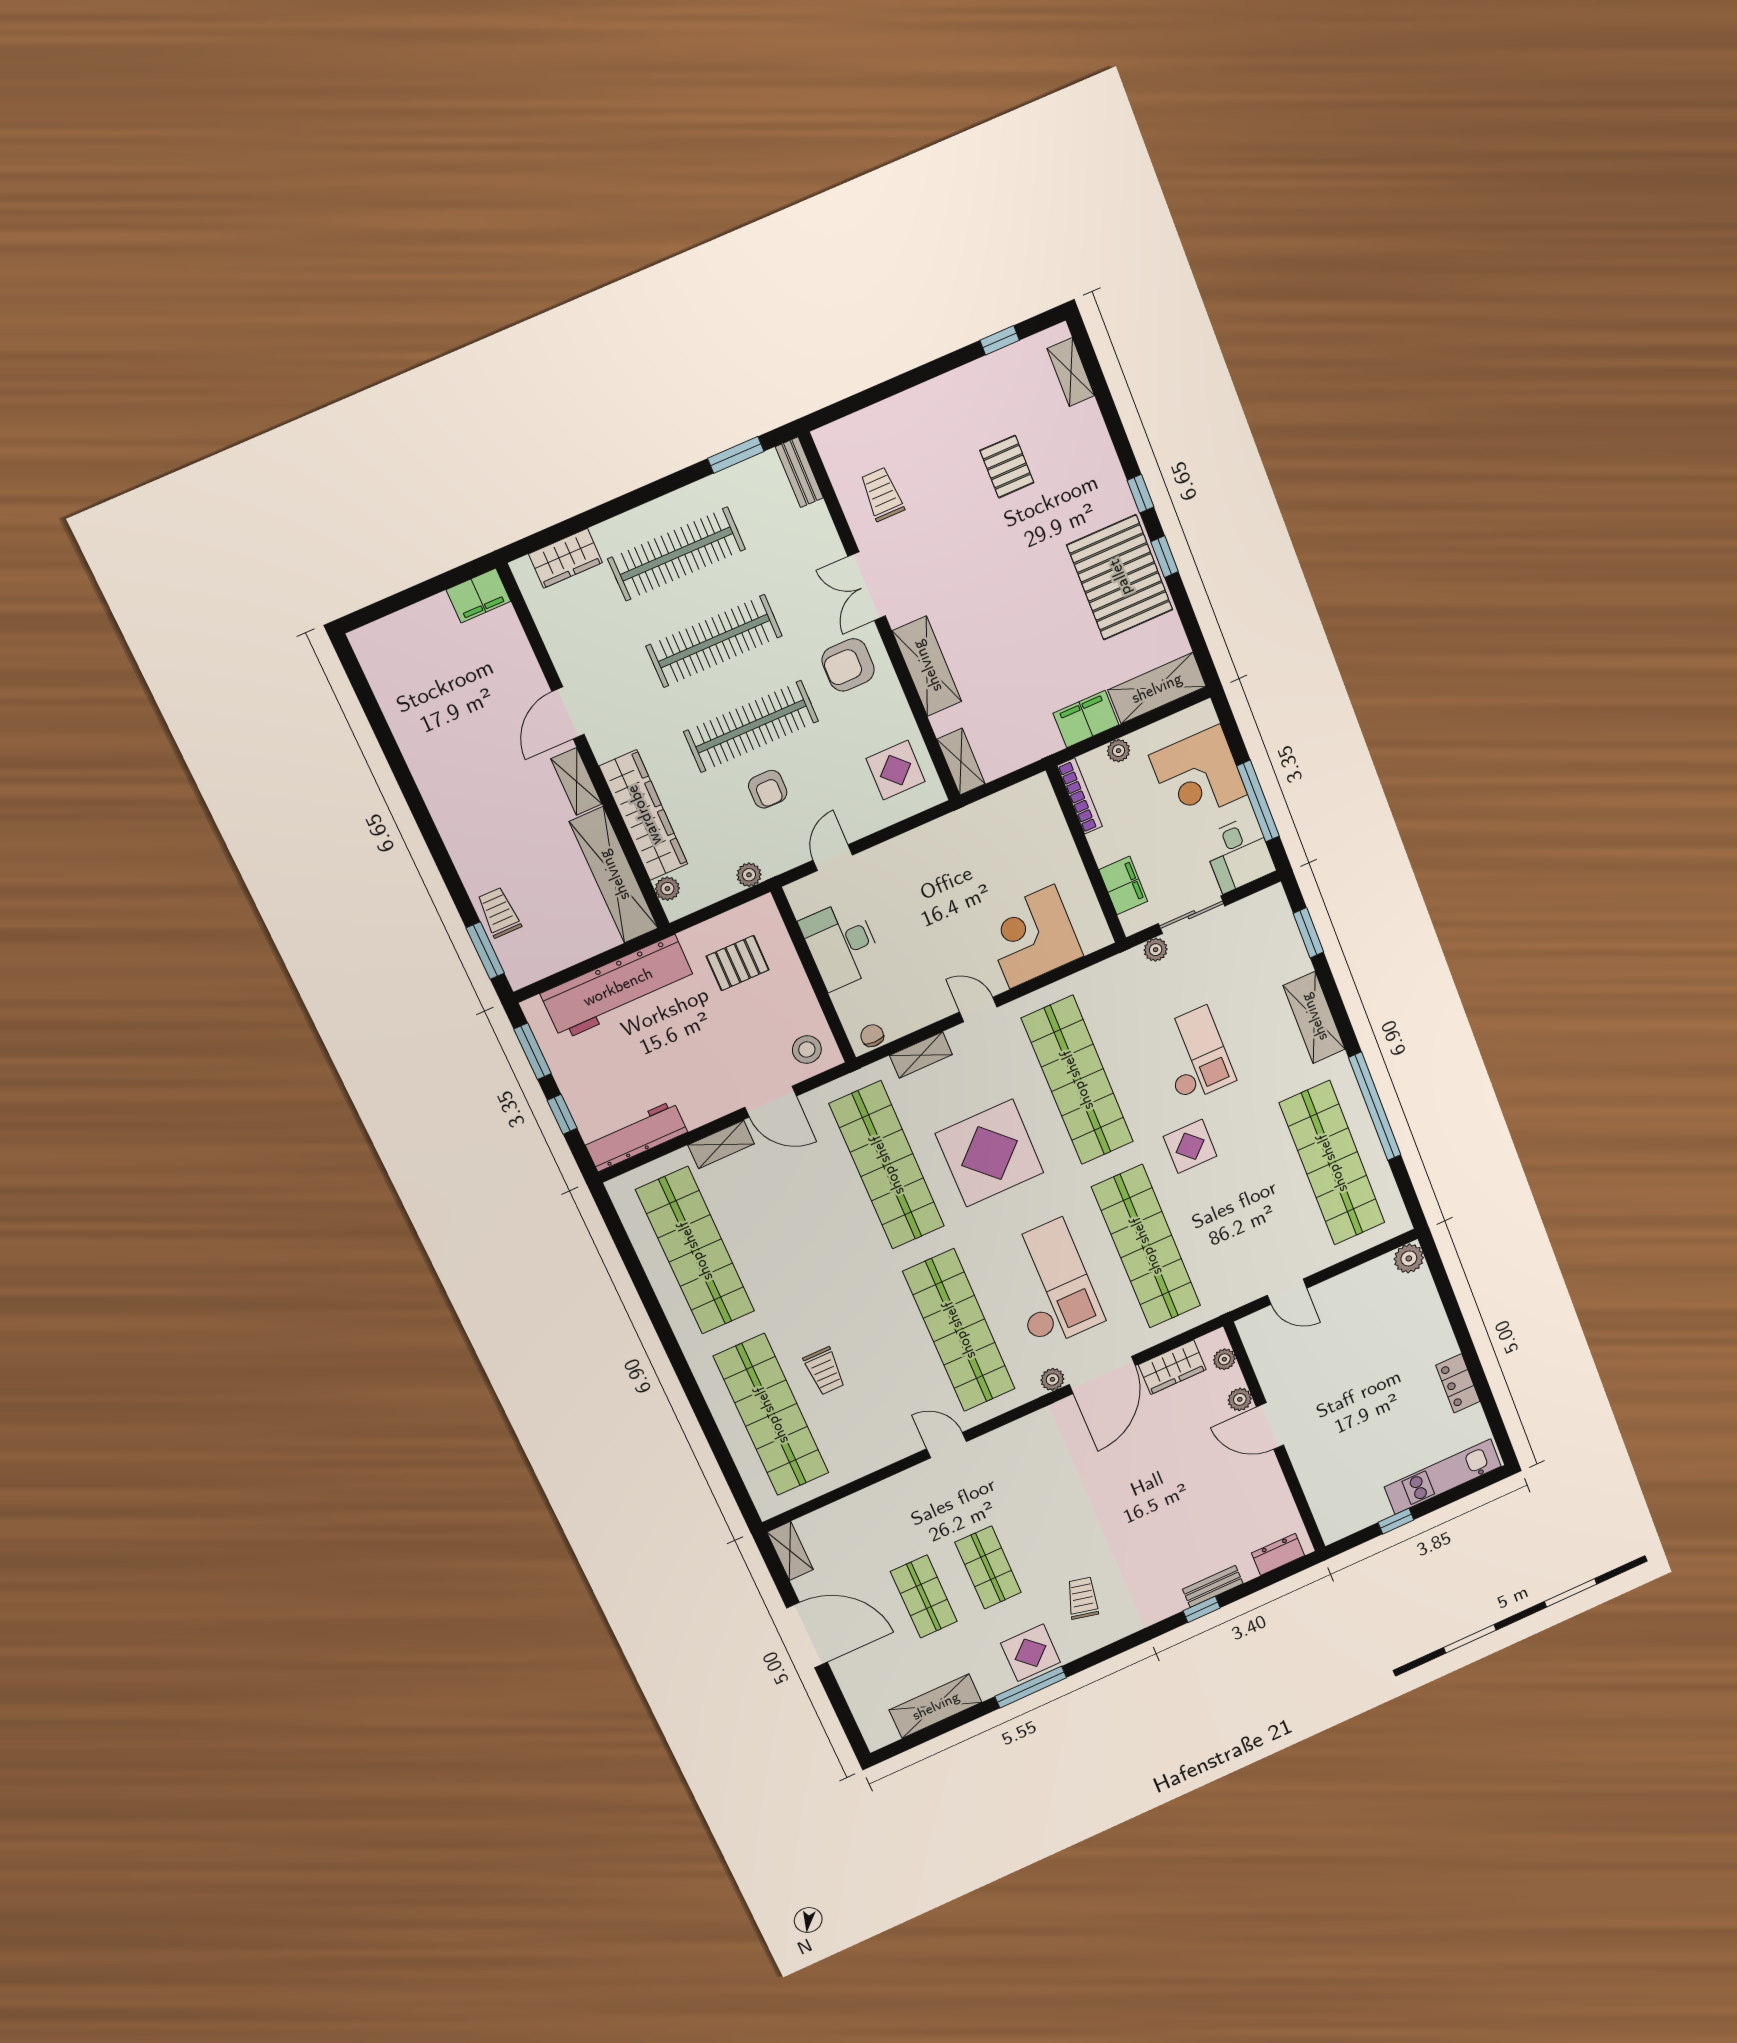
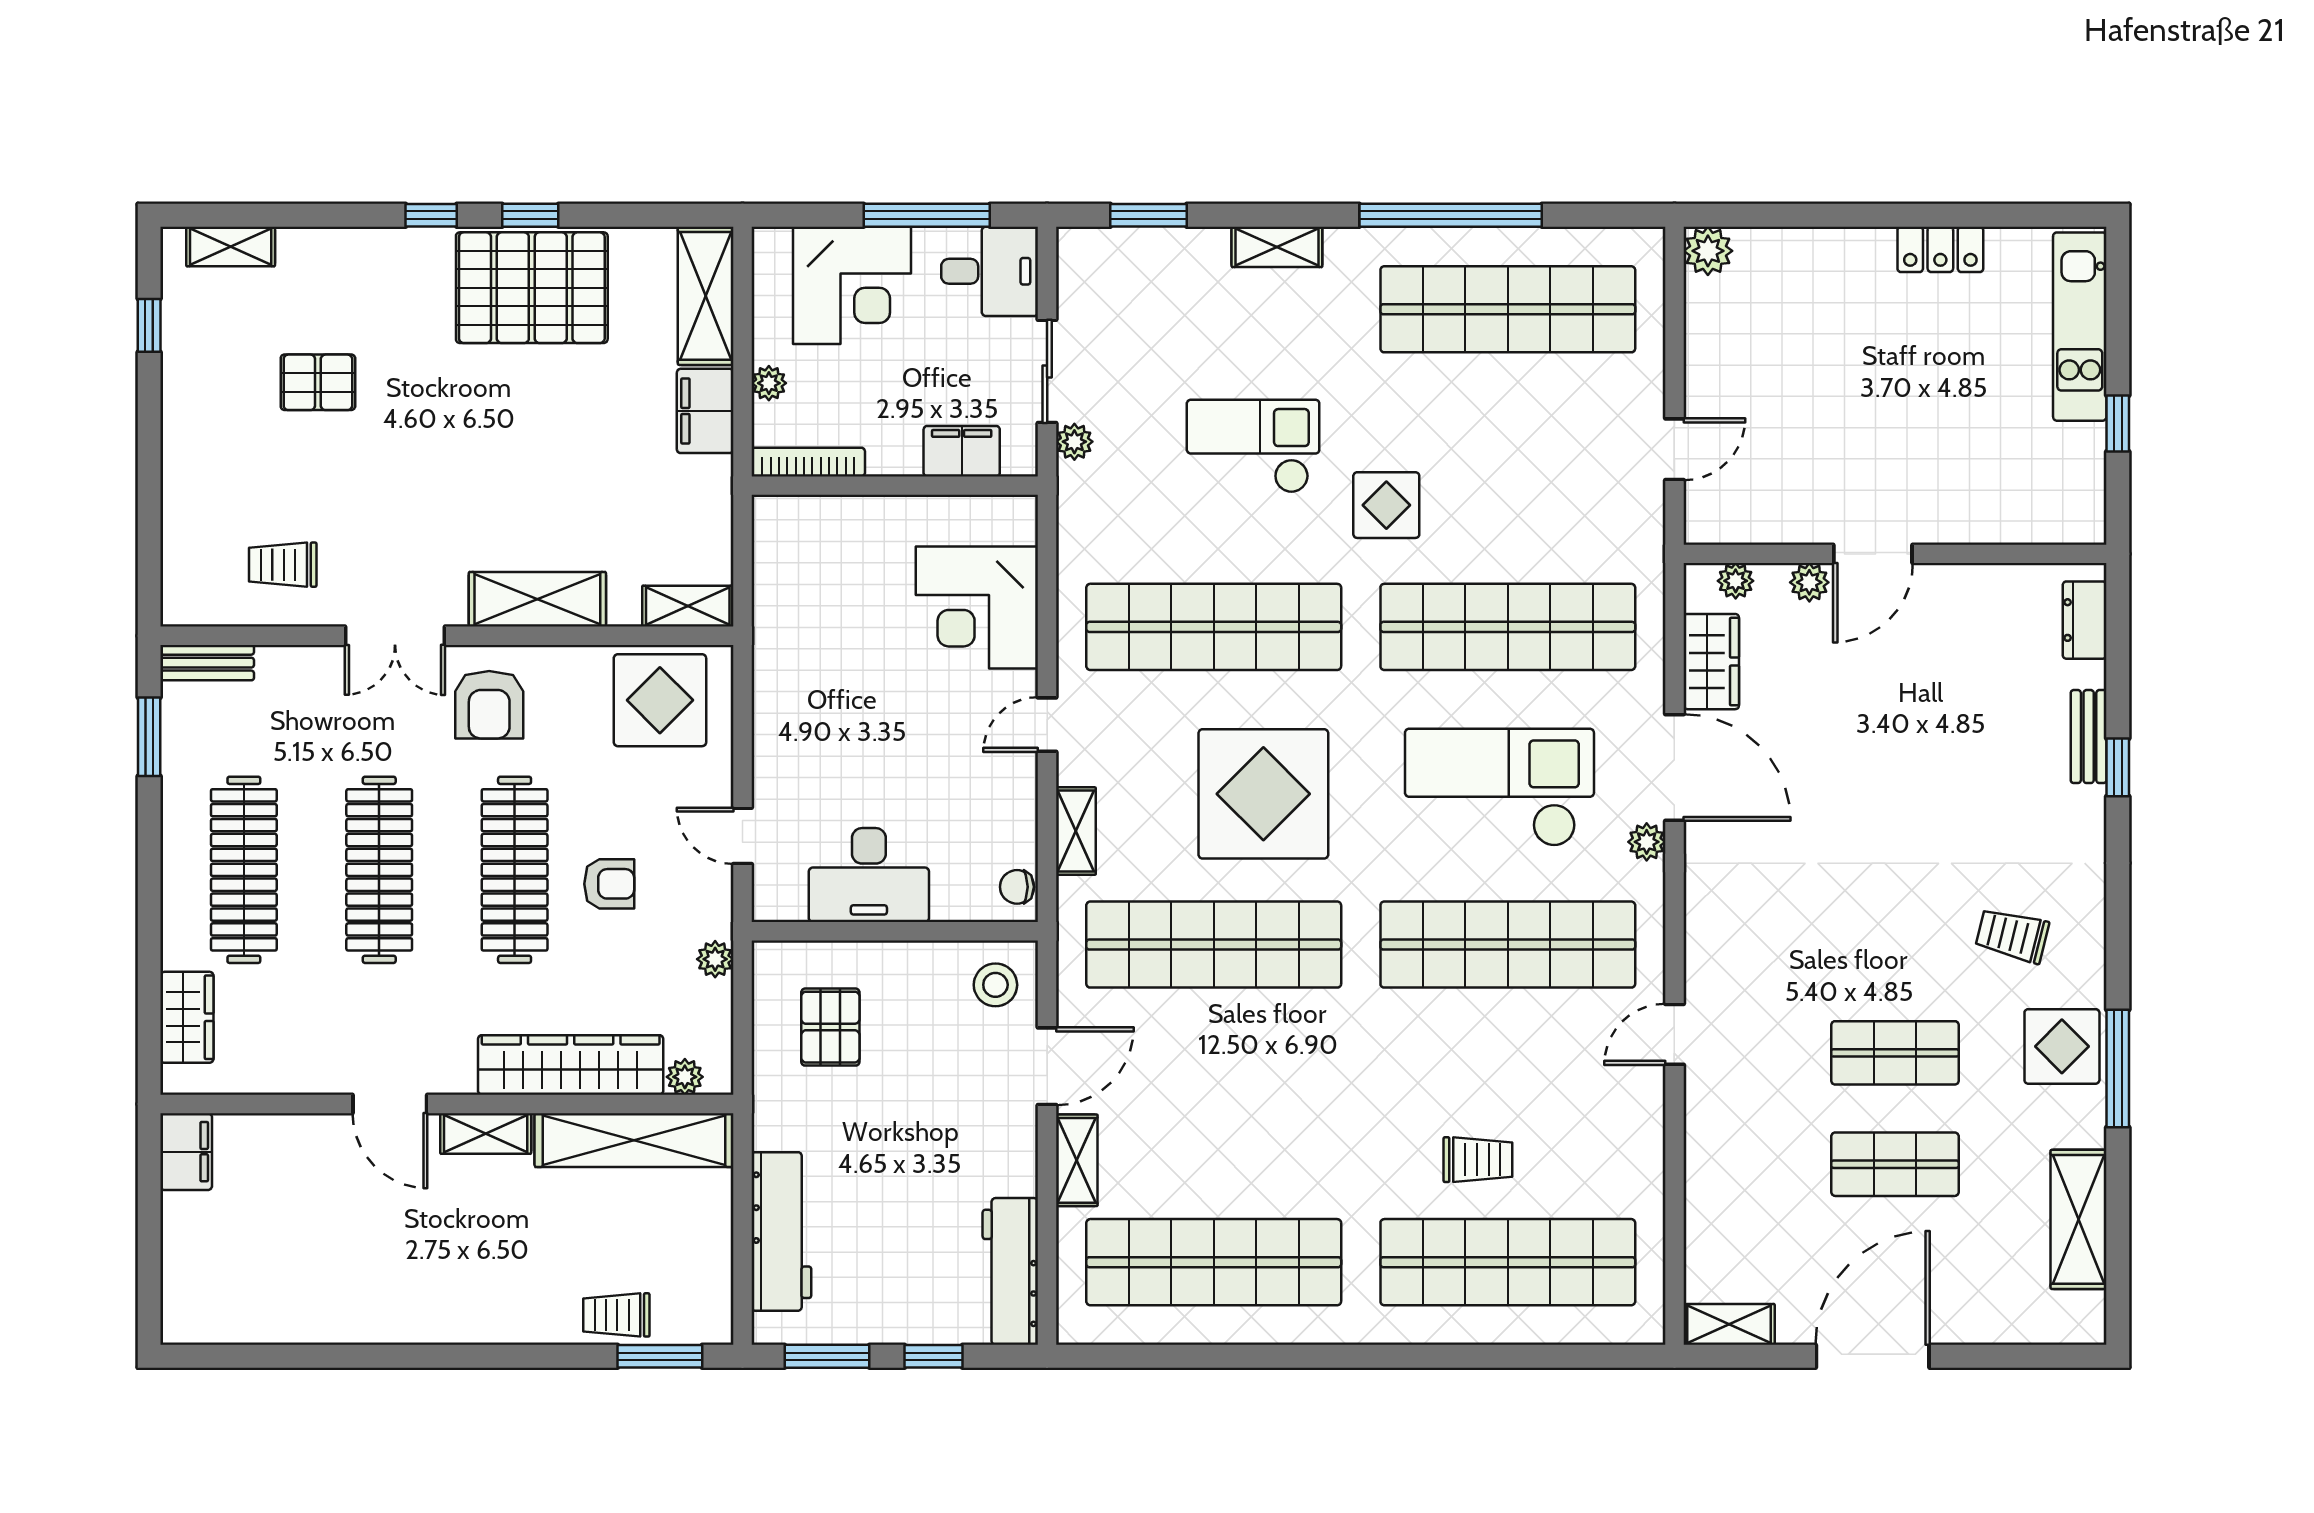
display table: (896, 770) -> (660, 700), width x1.36, depth x1.36
workbench: (618, 987) -> (781, 1231), width x0.73, depth x0.76
shelving: (1314, 1017) -> (1277, 247), width x0.67, depth x0.75

